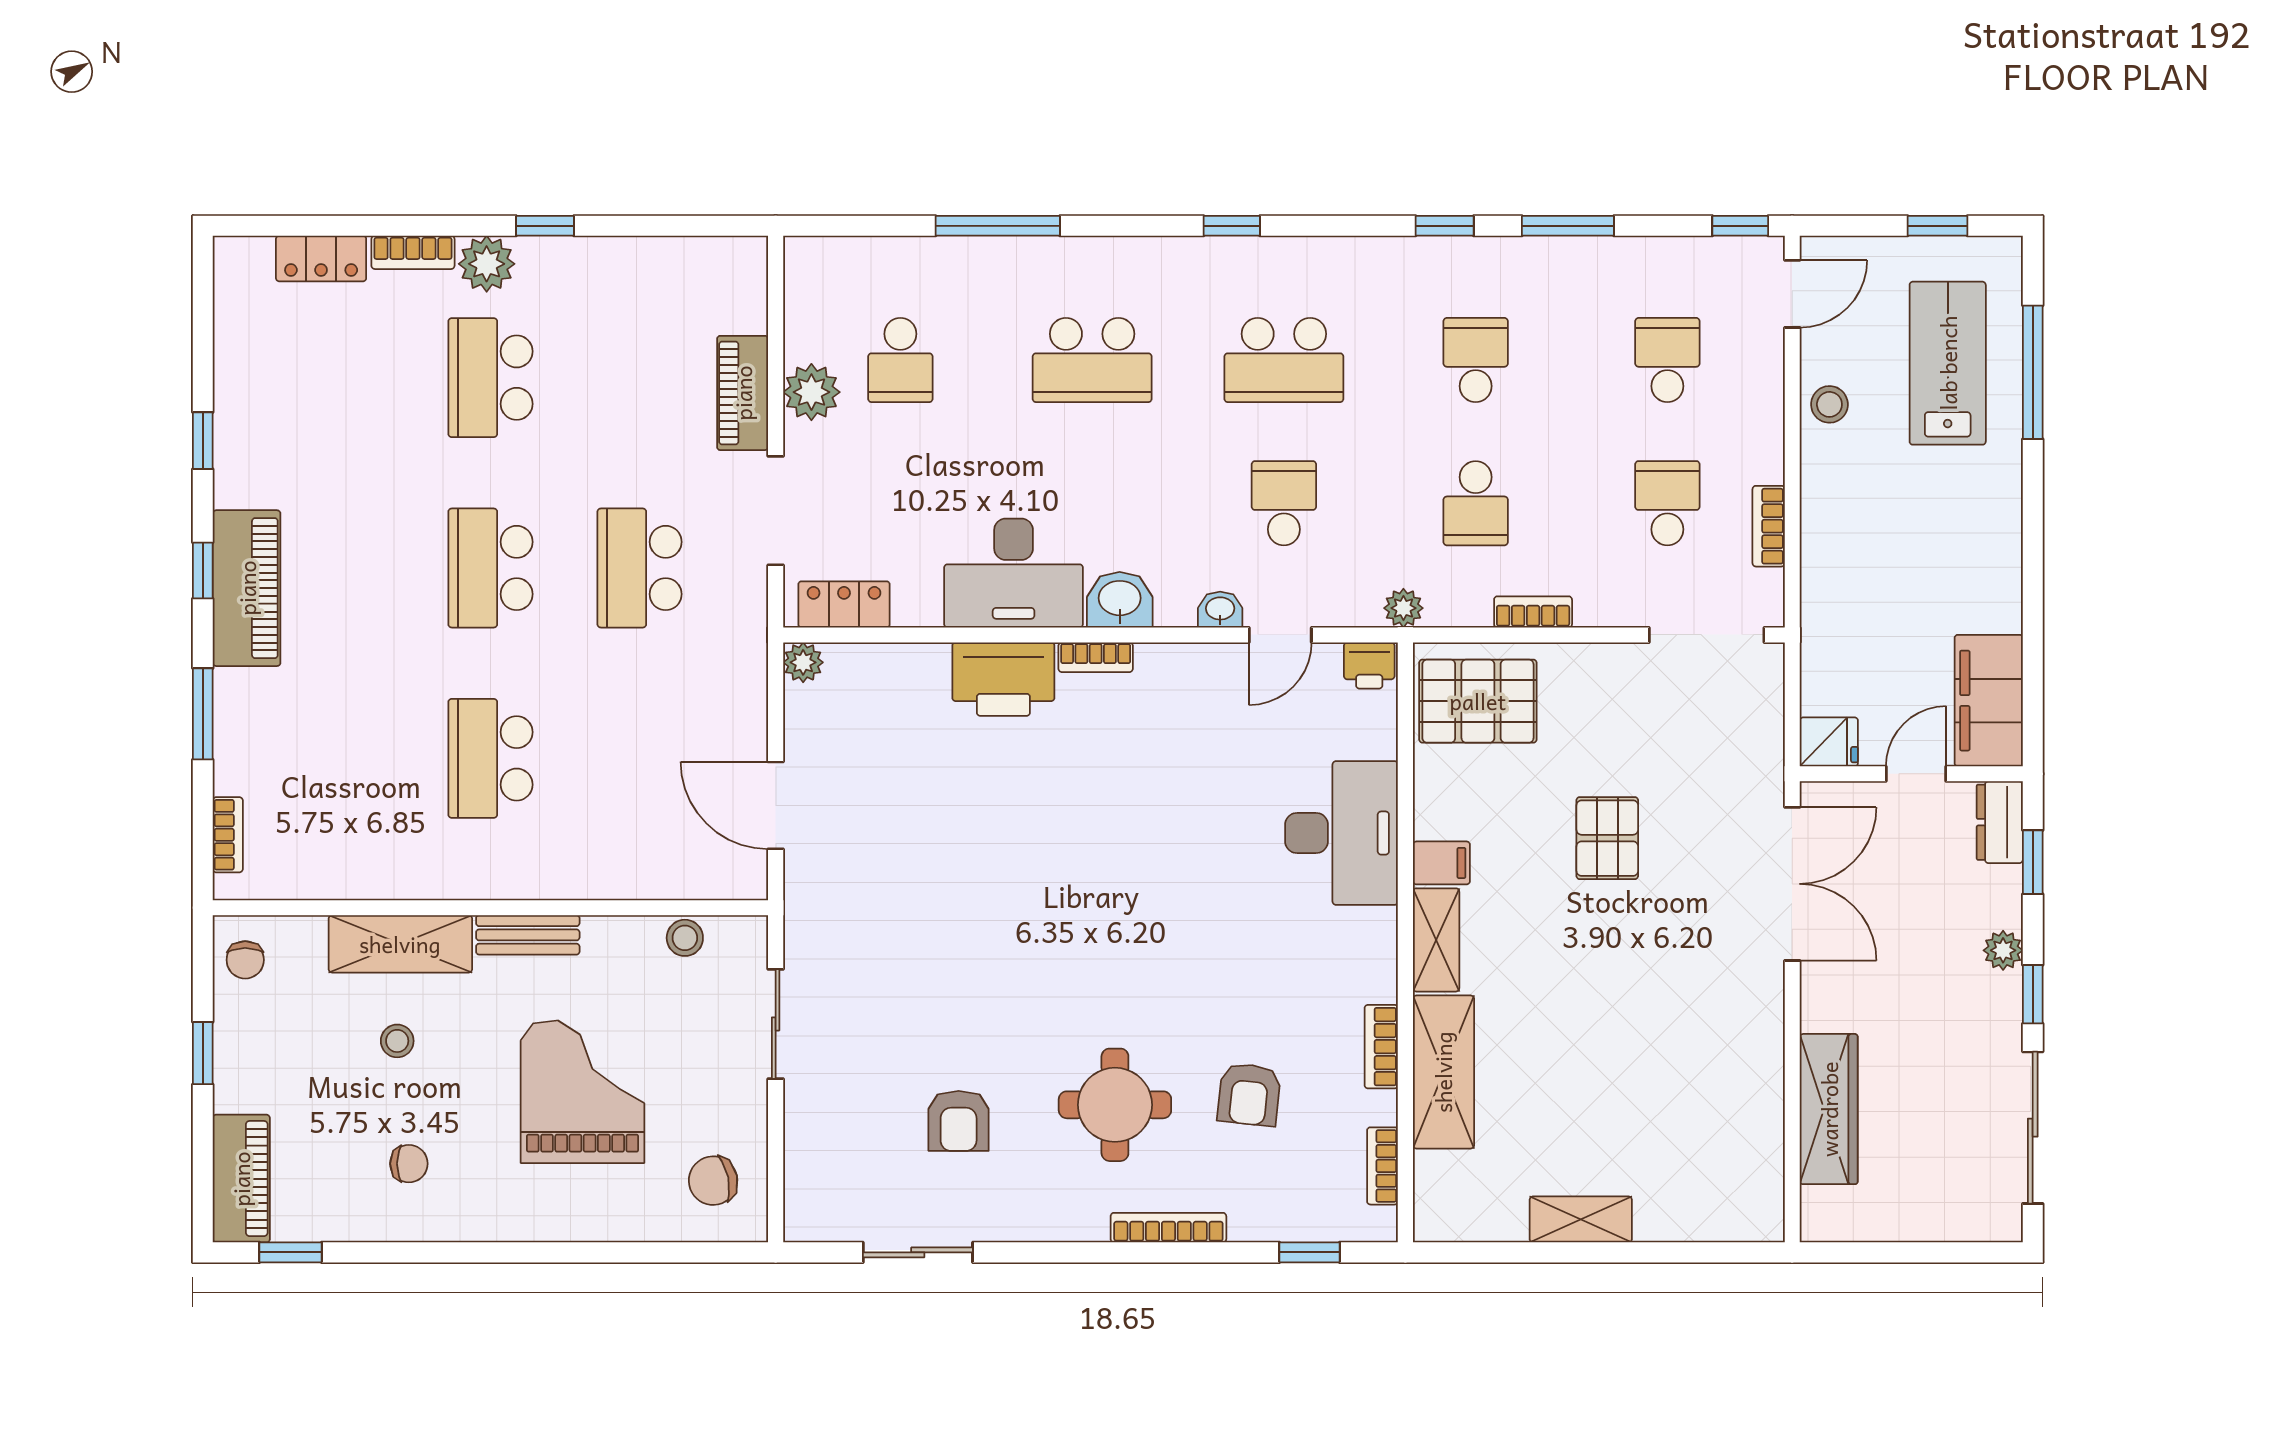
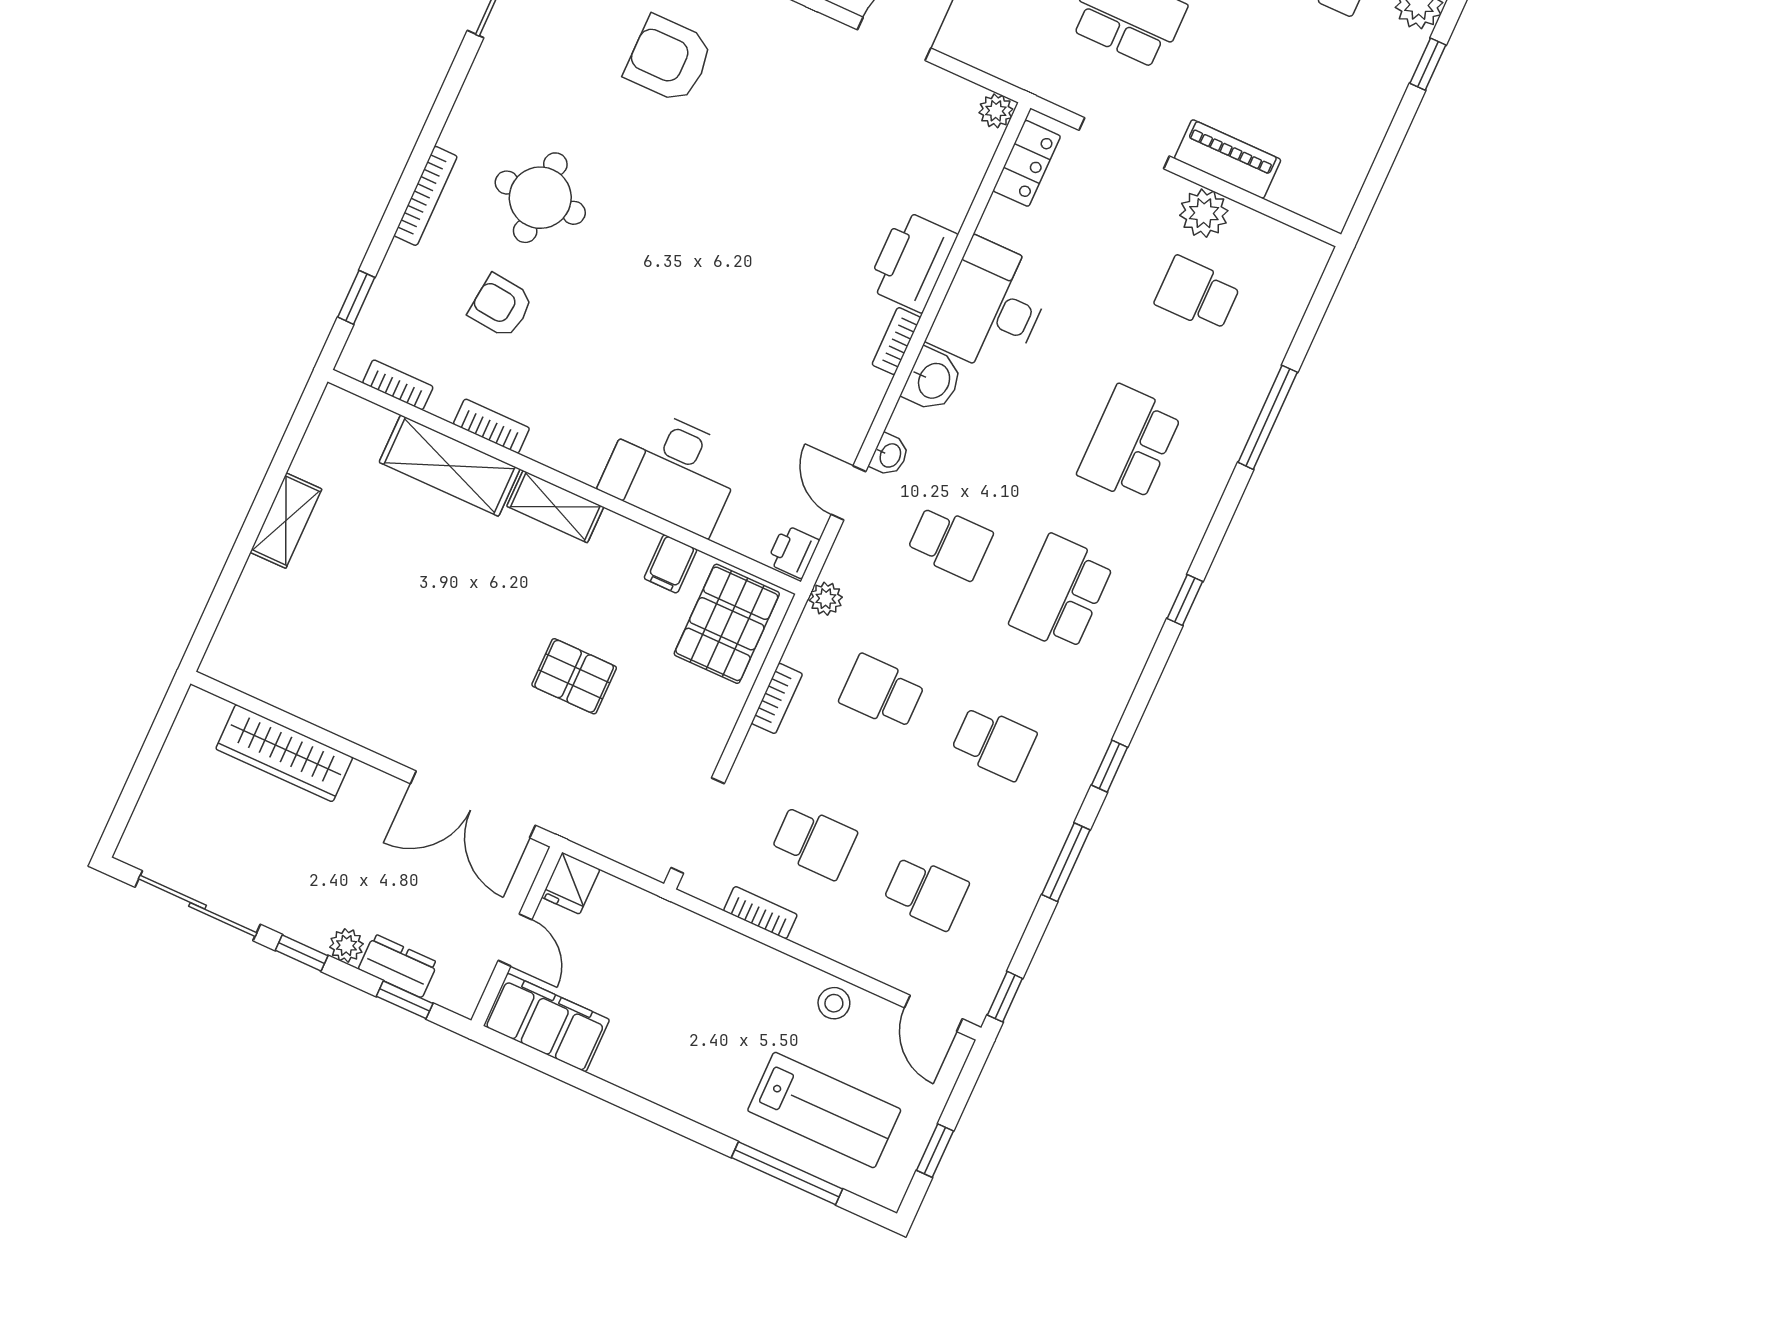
dresser: (2000, 822) -> (398, 966), moved
filing cabinet: (1441, 863) -> (670, 564), moved
armchair: (959, 1121) -> (669, 59), moved, width x1.38, depth x1.38

